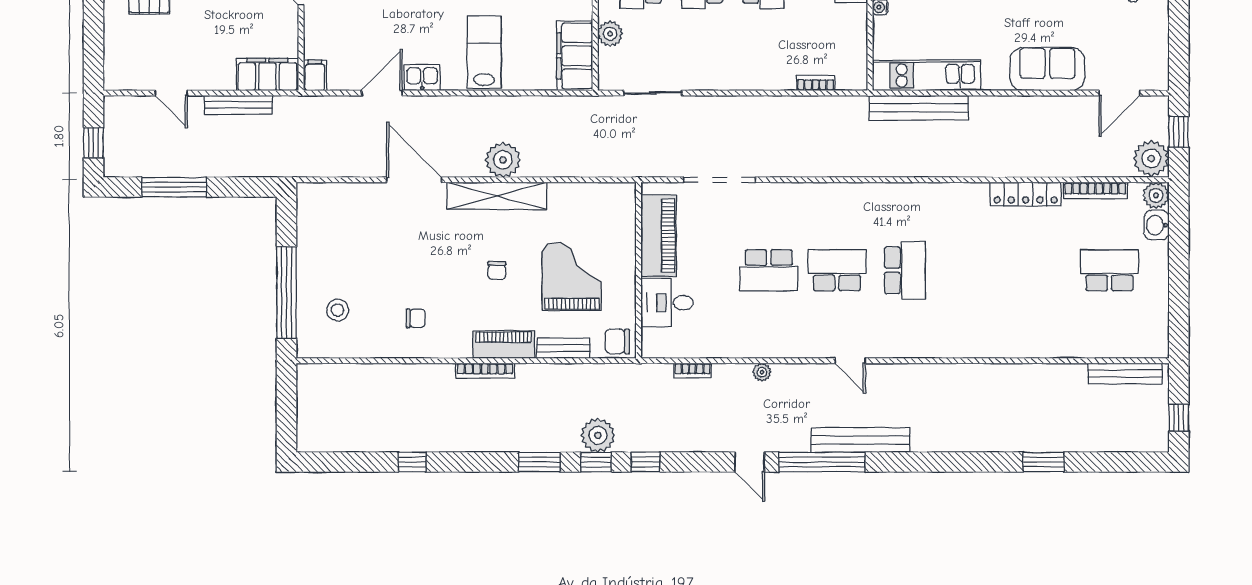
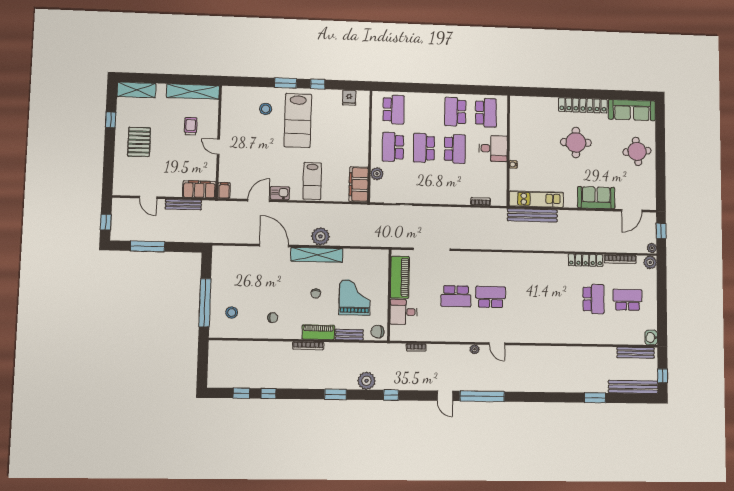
lab bench: (484, 52) -> (312, 181), turned 180
plant: (1151, 158) -> (652, 248), width x0.53, depth x0.53
washbasin: (1157, 225) -> (651, 338), moved
school desk: (905, 270) -> (593, 299), moved
plant: (762, 372) -> (475, 349), moved
bench: (860, 440) -> (633, 387), moved
window: (596, 462) -> (241, 393), moved

